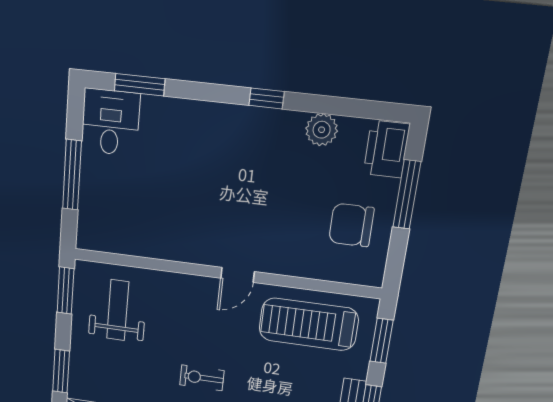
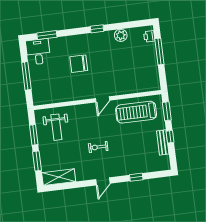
printer: (386, 149) -> (149, 36), width x0.53, depth x0.68
chair: (351, 225) -> (79, 64), moved
window: (65, 291) -> (34, 135), moved
weight bench: (118, 310) -> (56, 127), turned 180

